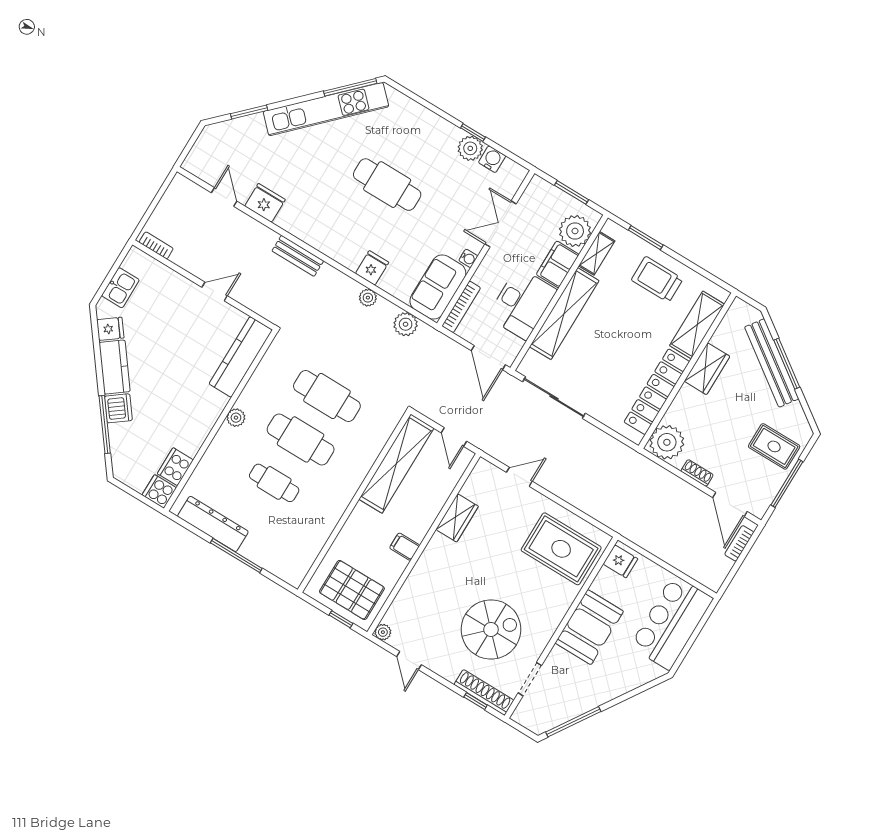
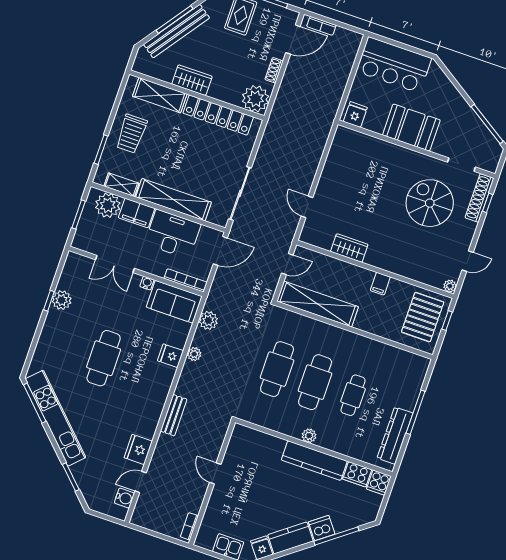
water cooler: (492, 159) -> (124, 498), moved, turned 180
kitchen counter: (241, 357) -> (314, 461), moved
rug: (561, 549) -> (356, 162), removed

